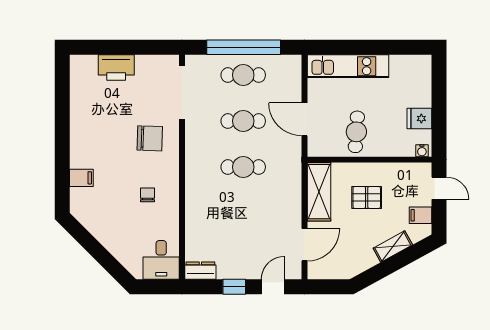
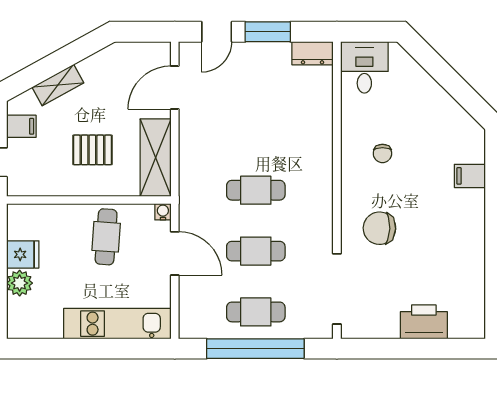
plant: (422, 97) -> (20, 283), added
water cooler: (422, 151) -> (163, 212), moved
window: (234, 287) -> (268, 32), width x1.50

